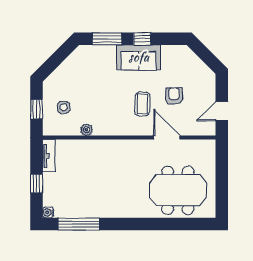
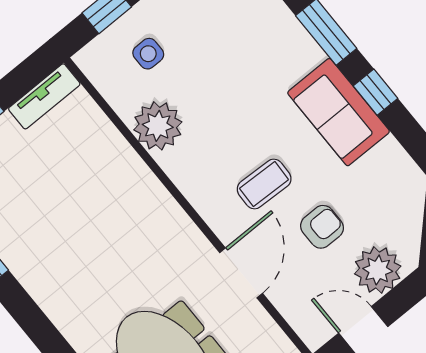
plant: (205, 89) -> (378, 270), added
plant: (86, 130) -> (158, 126), width x1.87, depth x1.87

